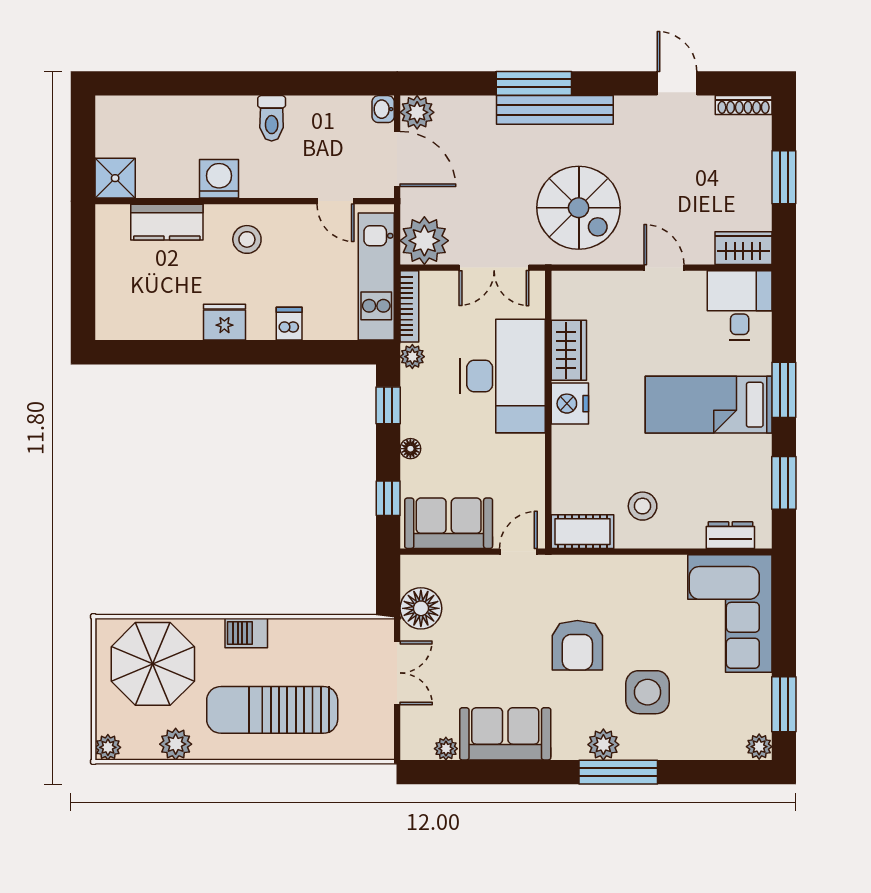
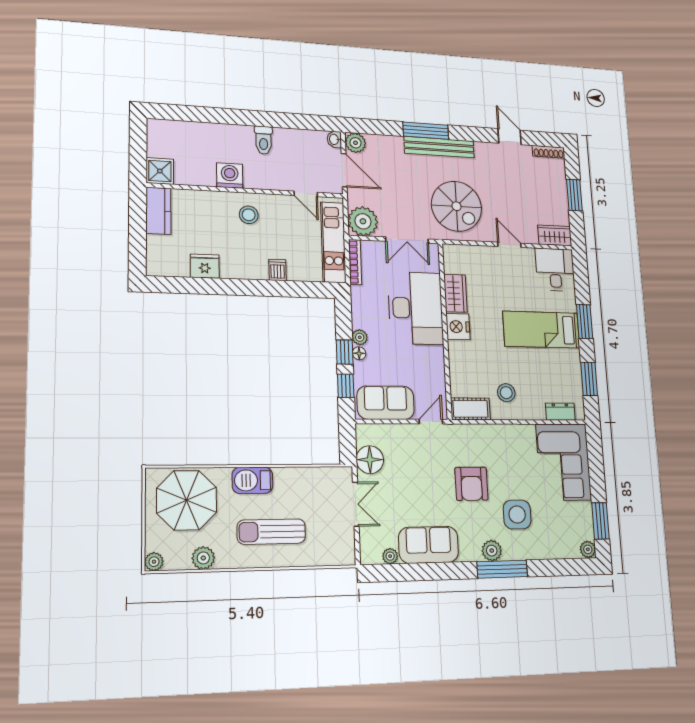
kitchen counter: (167, 222) -> (158, 211), moved, turned -90
fridge: (224, 322) -> (205, 266), moved
plant: (412, 357) -> (360, 337), moved
window: (388, 405) -> (345, 352), moved
barbecue: (246, 633) -> (252, 480), width x1.38, depth x1.27
sun lounger: (272, 710) -> (271, 532), width x0.73, depth x0.75

